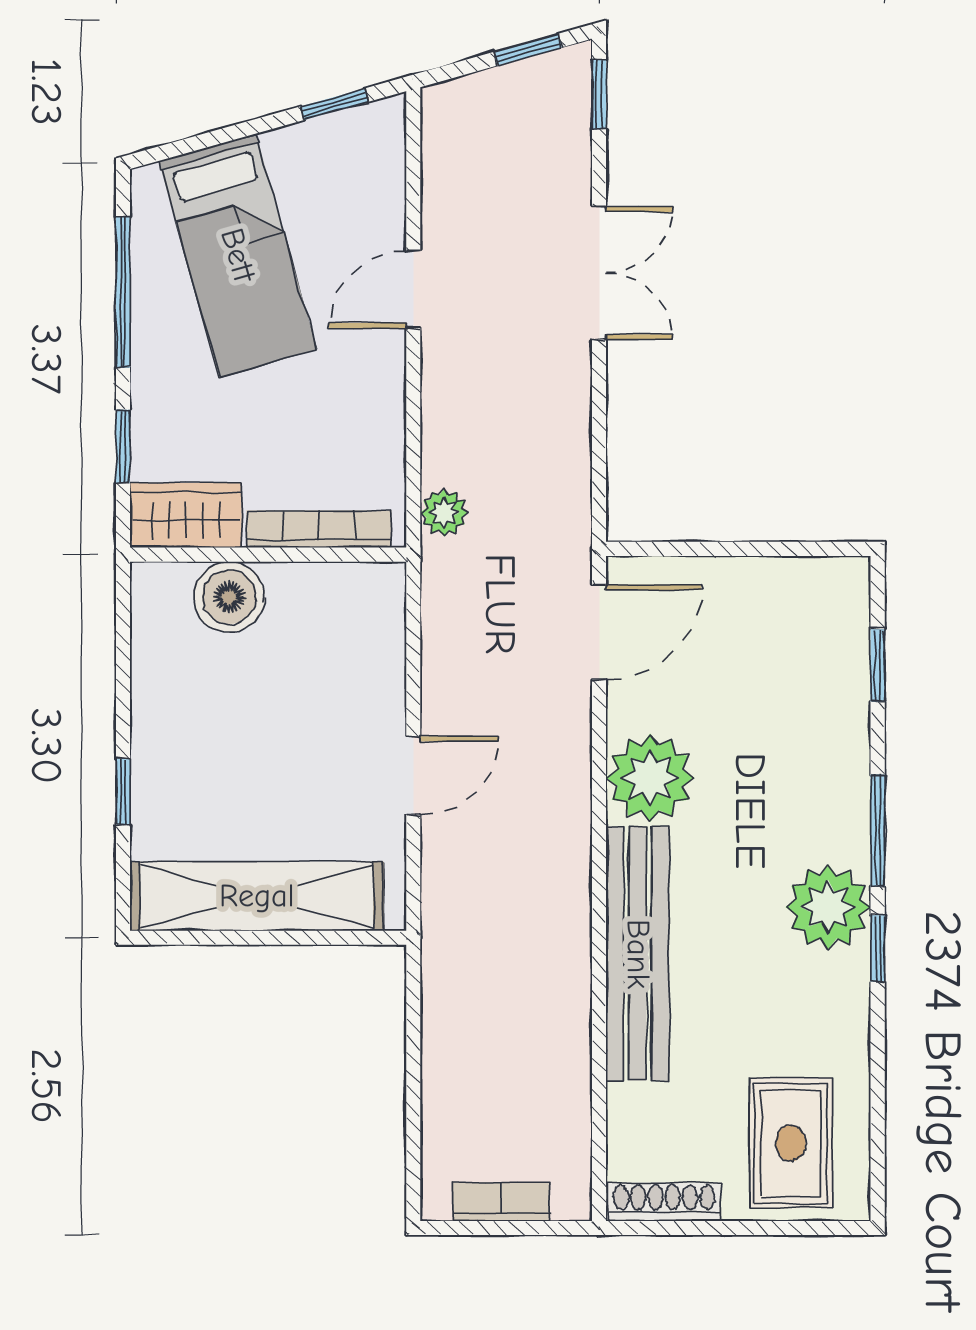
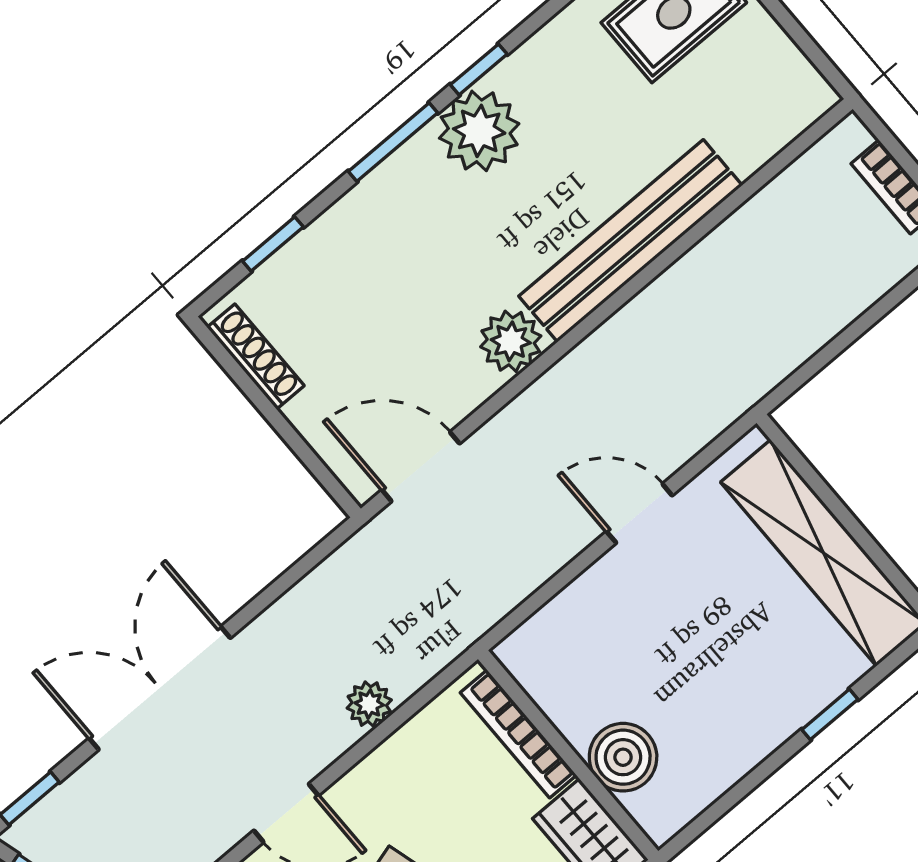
double door: (599, 273) -> (160, 688), width x1.37
plant: (444, 513) -> (369, 704), moved
plant: (650, 778) -> (511, 341), width x0.73, depth x0.73
shoe rack: (664, 1202) -> (256, 357), moved, turned 180

